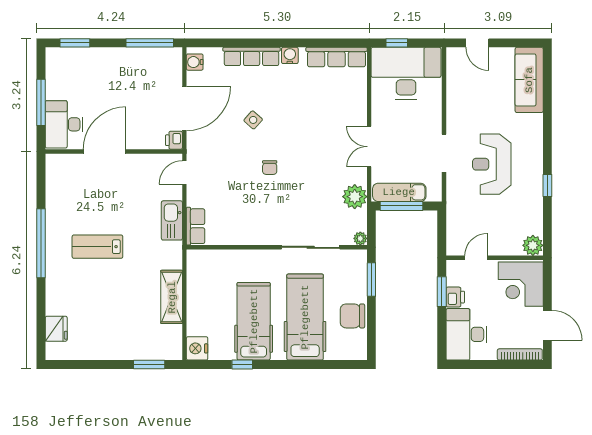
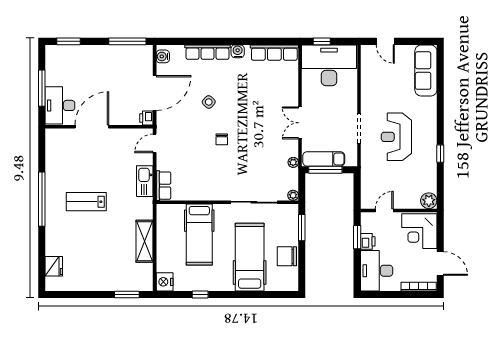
plant: (355, 197) -> (293, 162), width x0.53, depth x0.53
hospital bed: (254, 321) -> (199, 234), moved, turned 180

